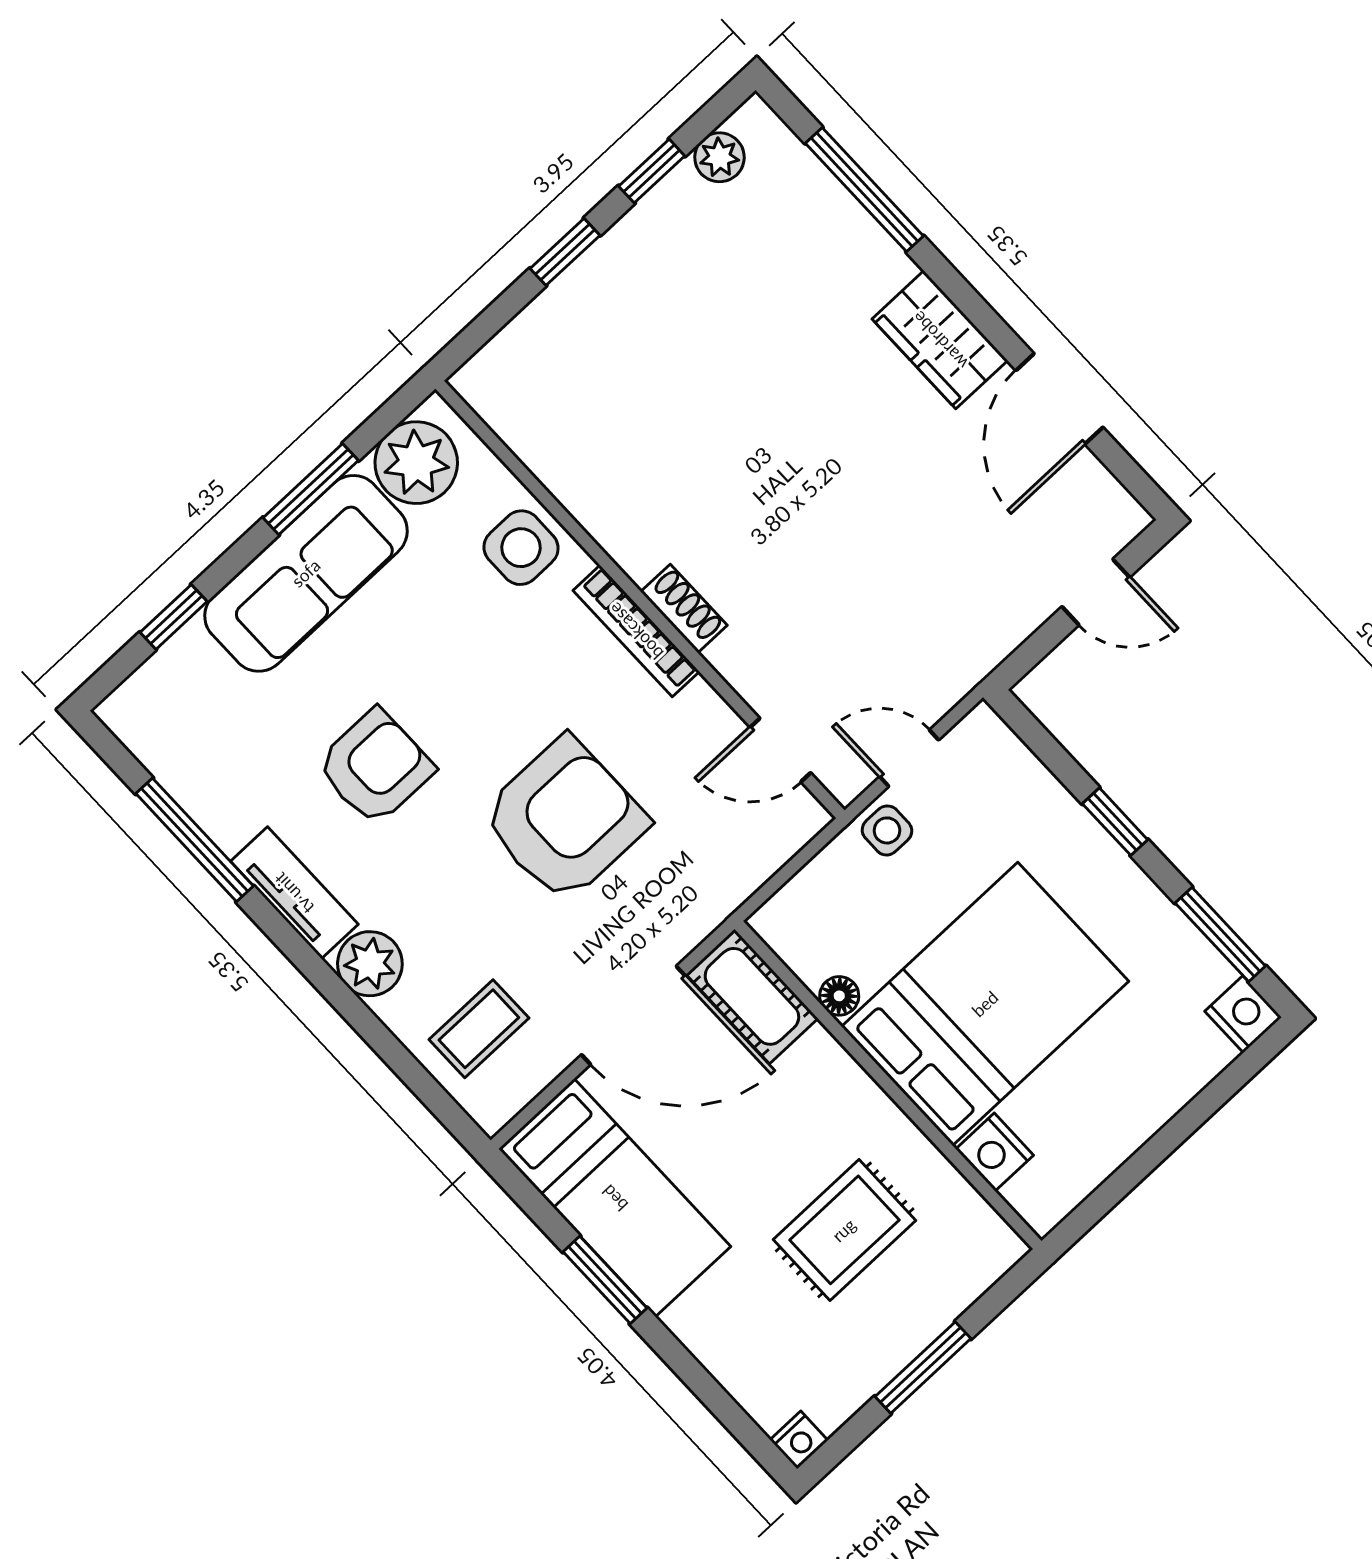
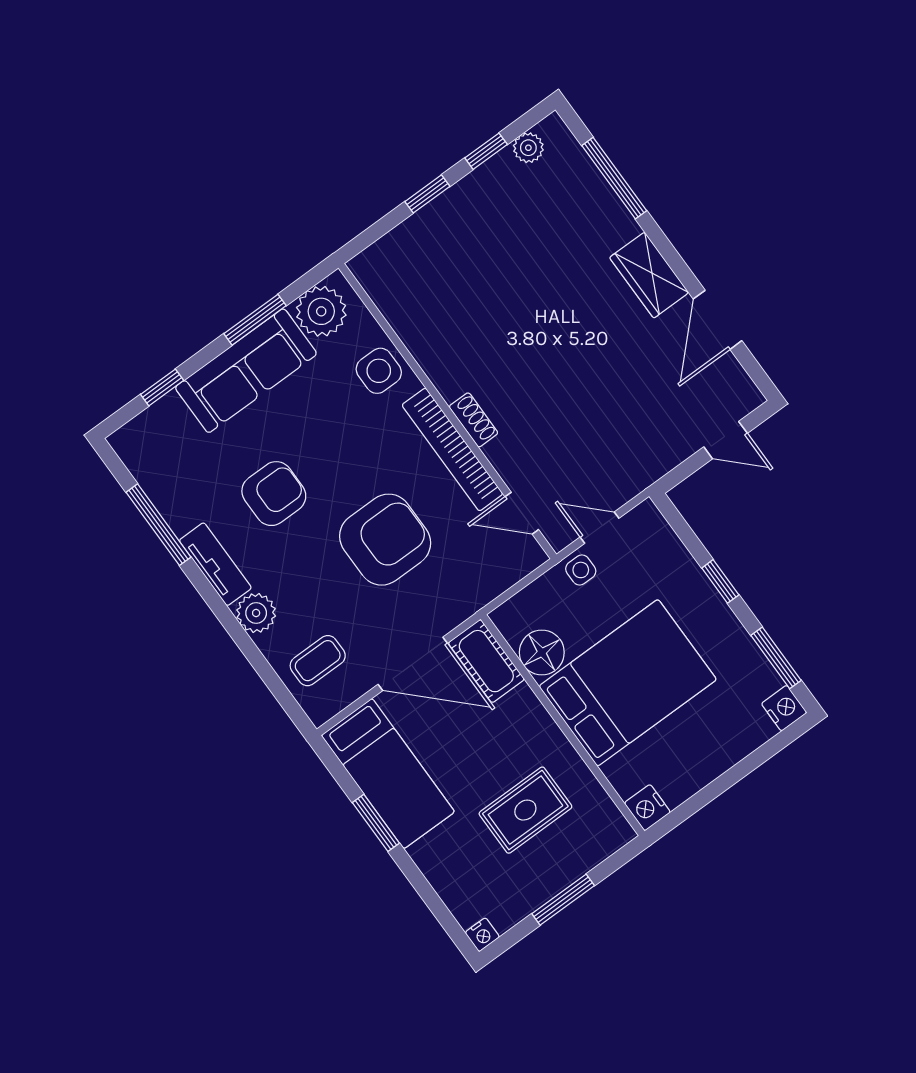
bookcase: (636, 631) -> (452, 449), width x1.48, depth x1.31
floor lamp: (839, 996) -> (542, 652), width x1.89, depth x1.89
nightstand: (995, 1152) -> (647, 808), moved

